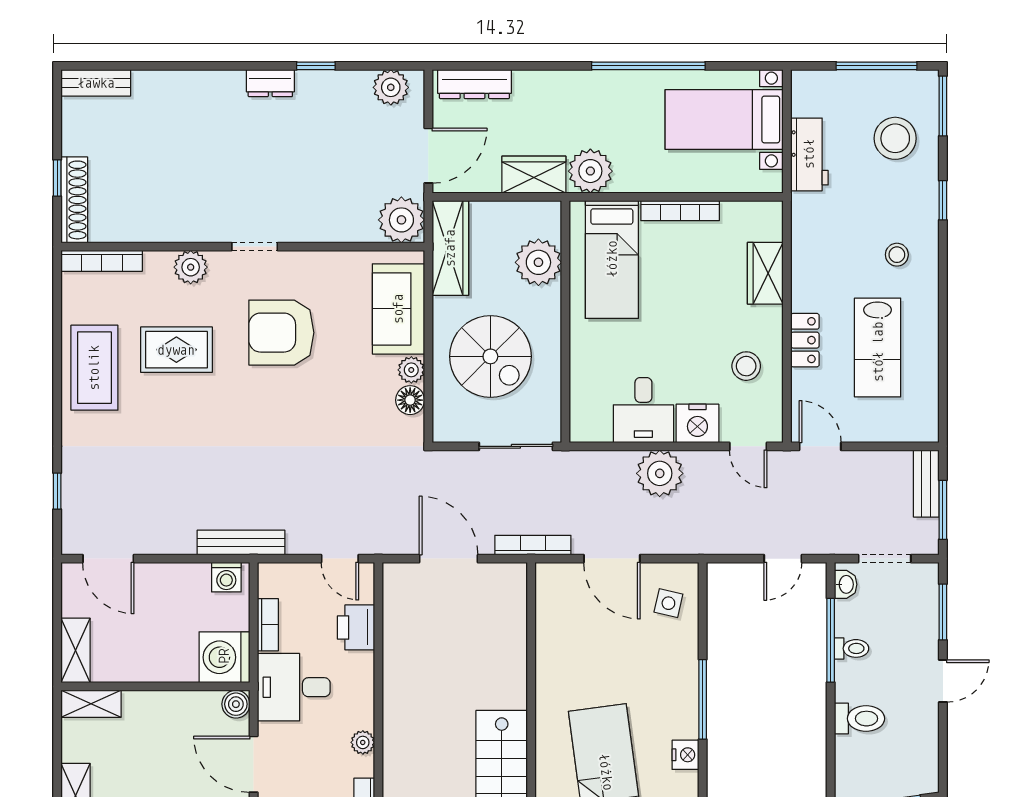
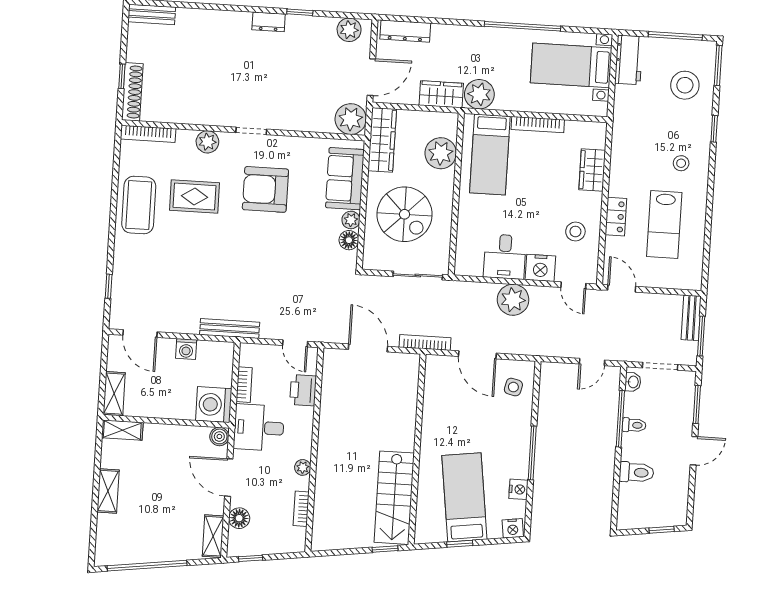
workbench: (809, 154) -> (629, 60), moved
washing machine: (226, 577) -> (186, 349), moved

